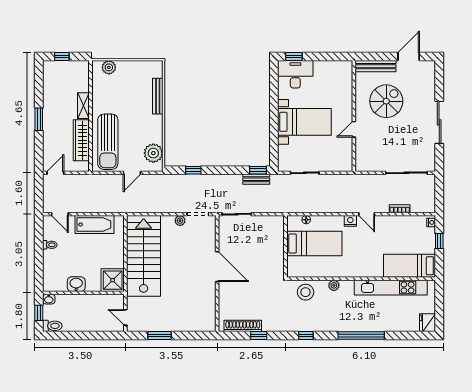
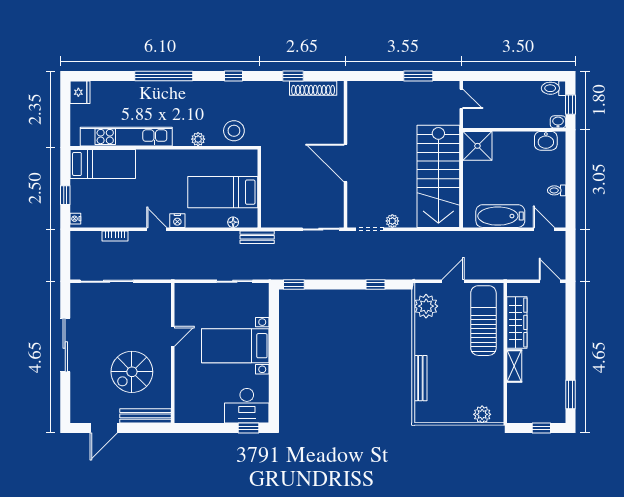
window: (39, 119) -> (571, 394), moved
door: (55, 173) -> (550, 281), swing flipped
bench: (256, 179) -> (257, 237), moved
washbasin: (76, 284) -> (546, 141), moved

